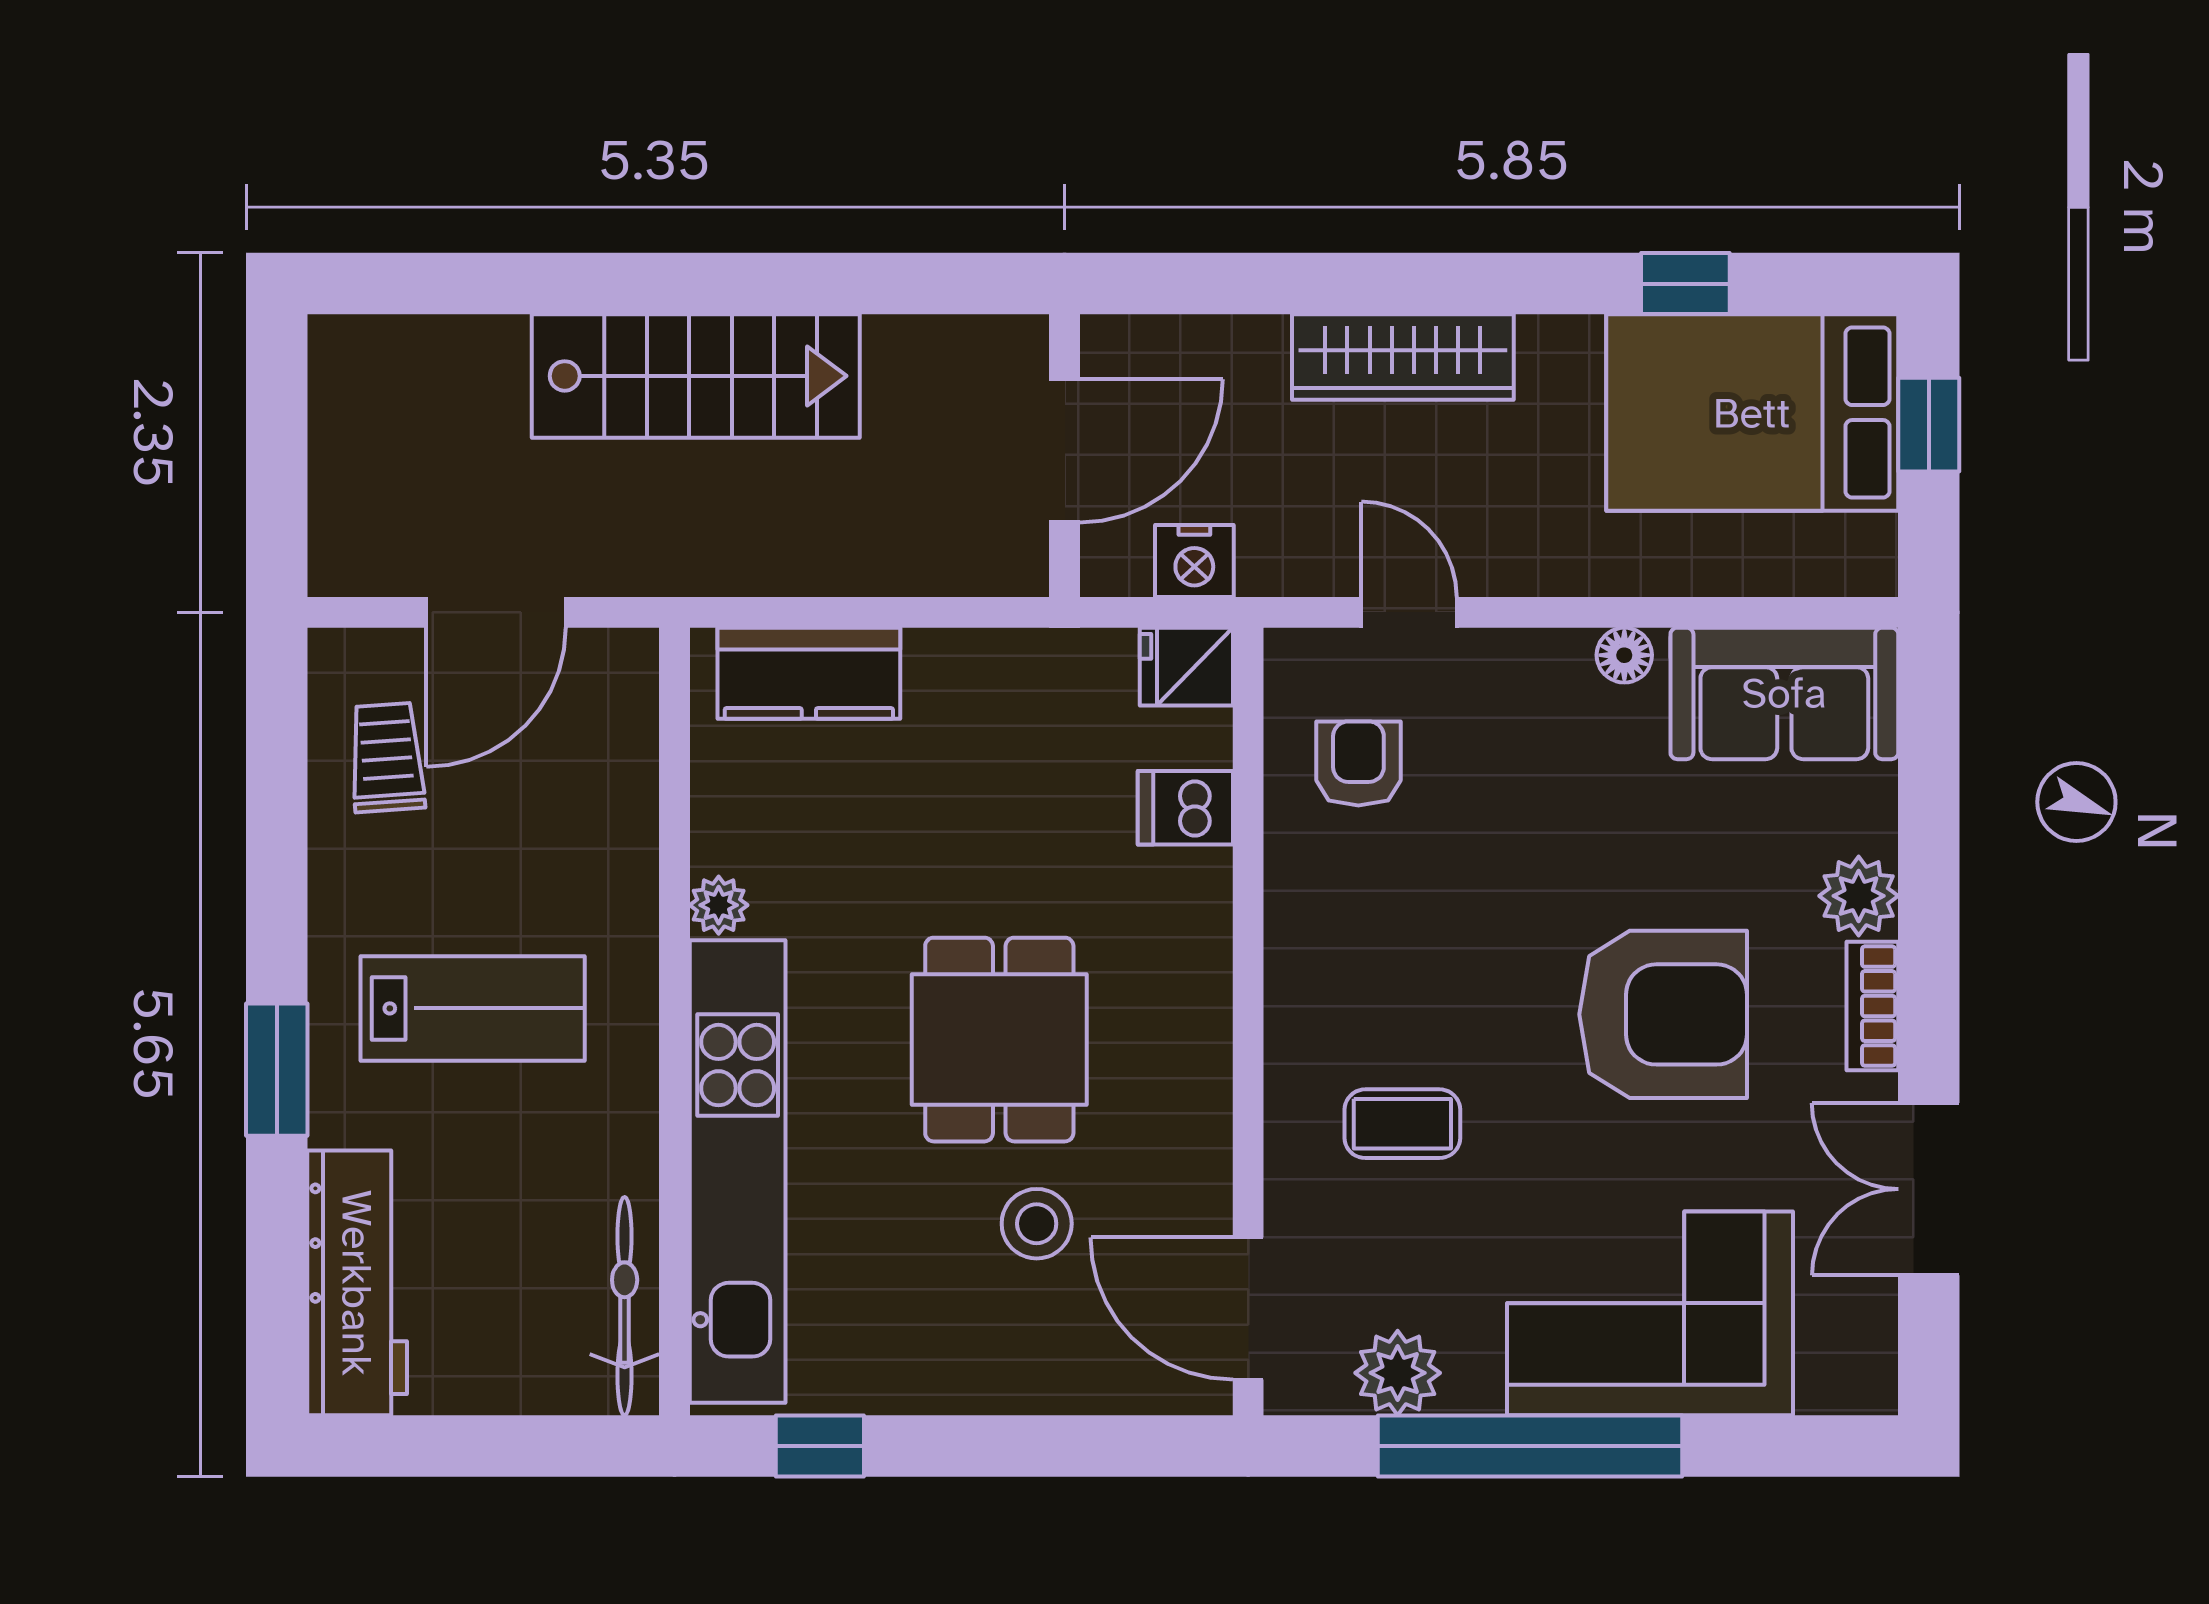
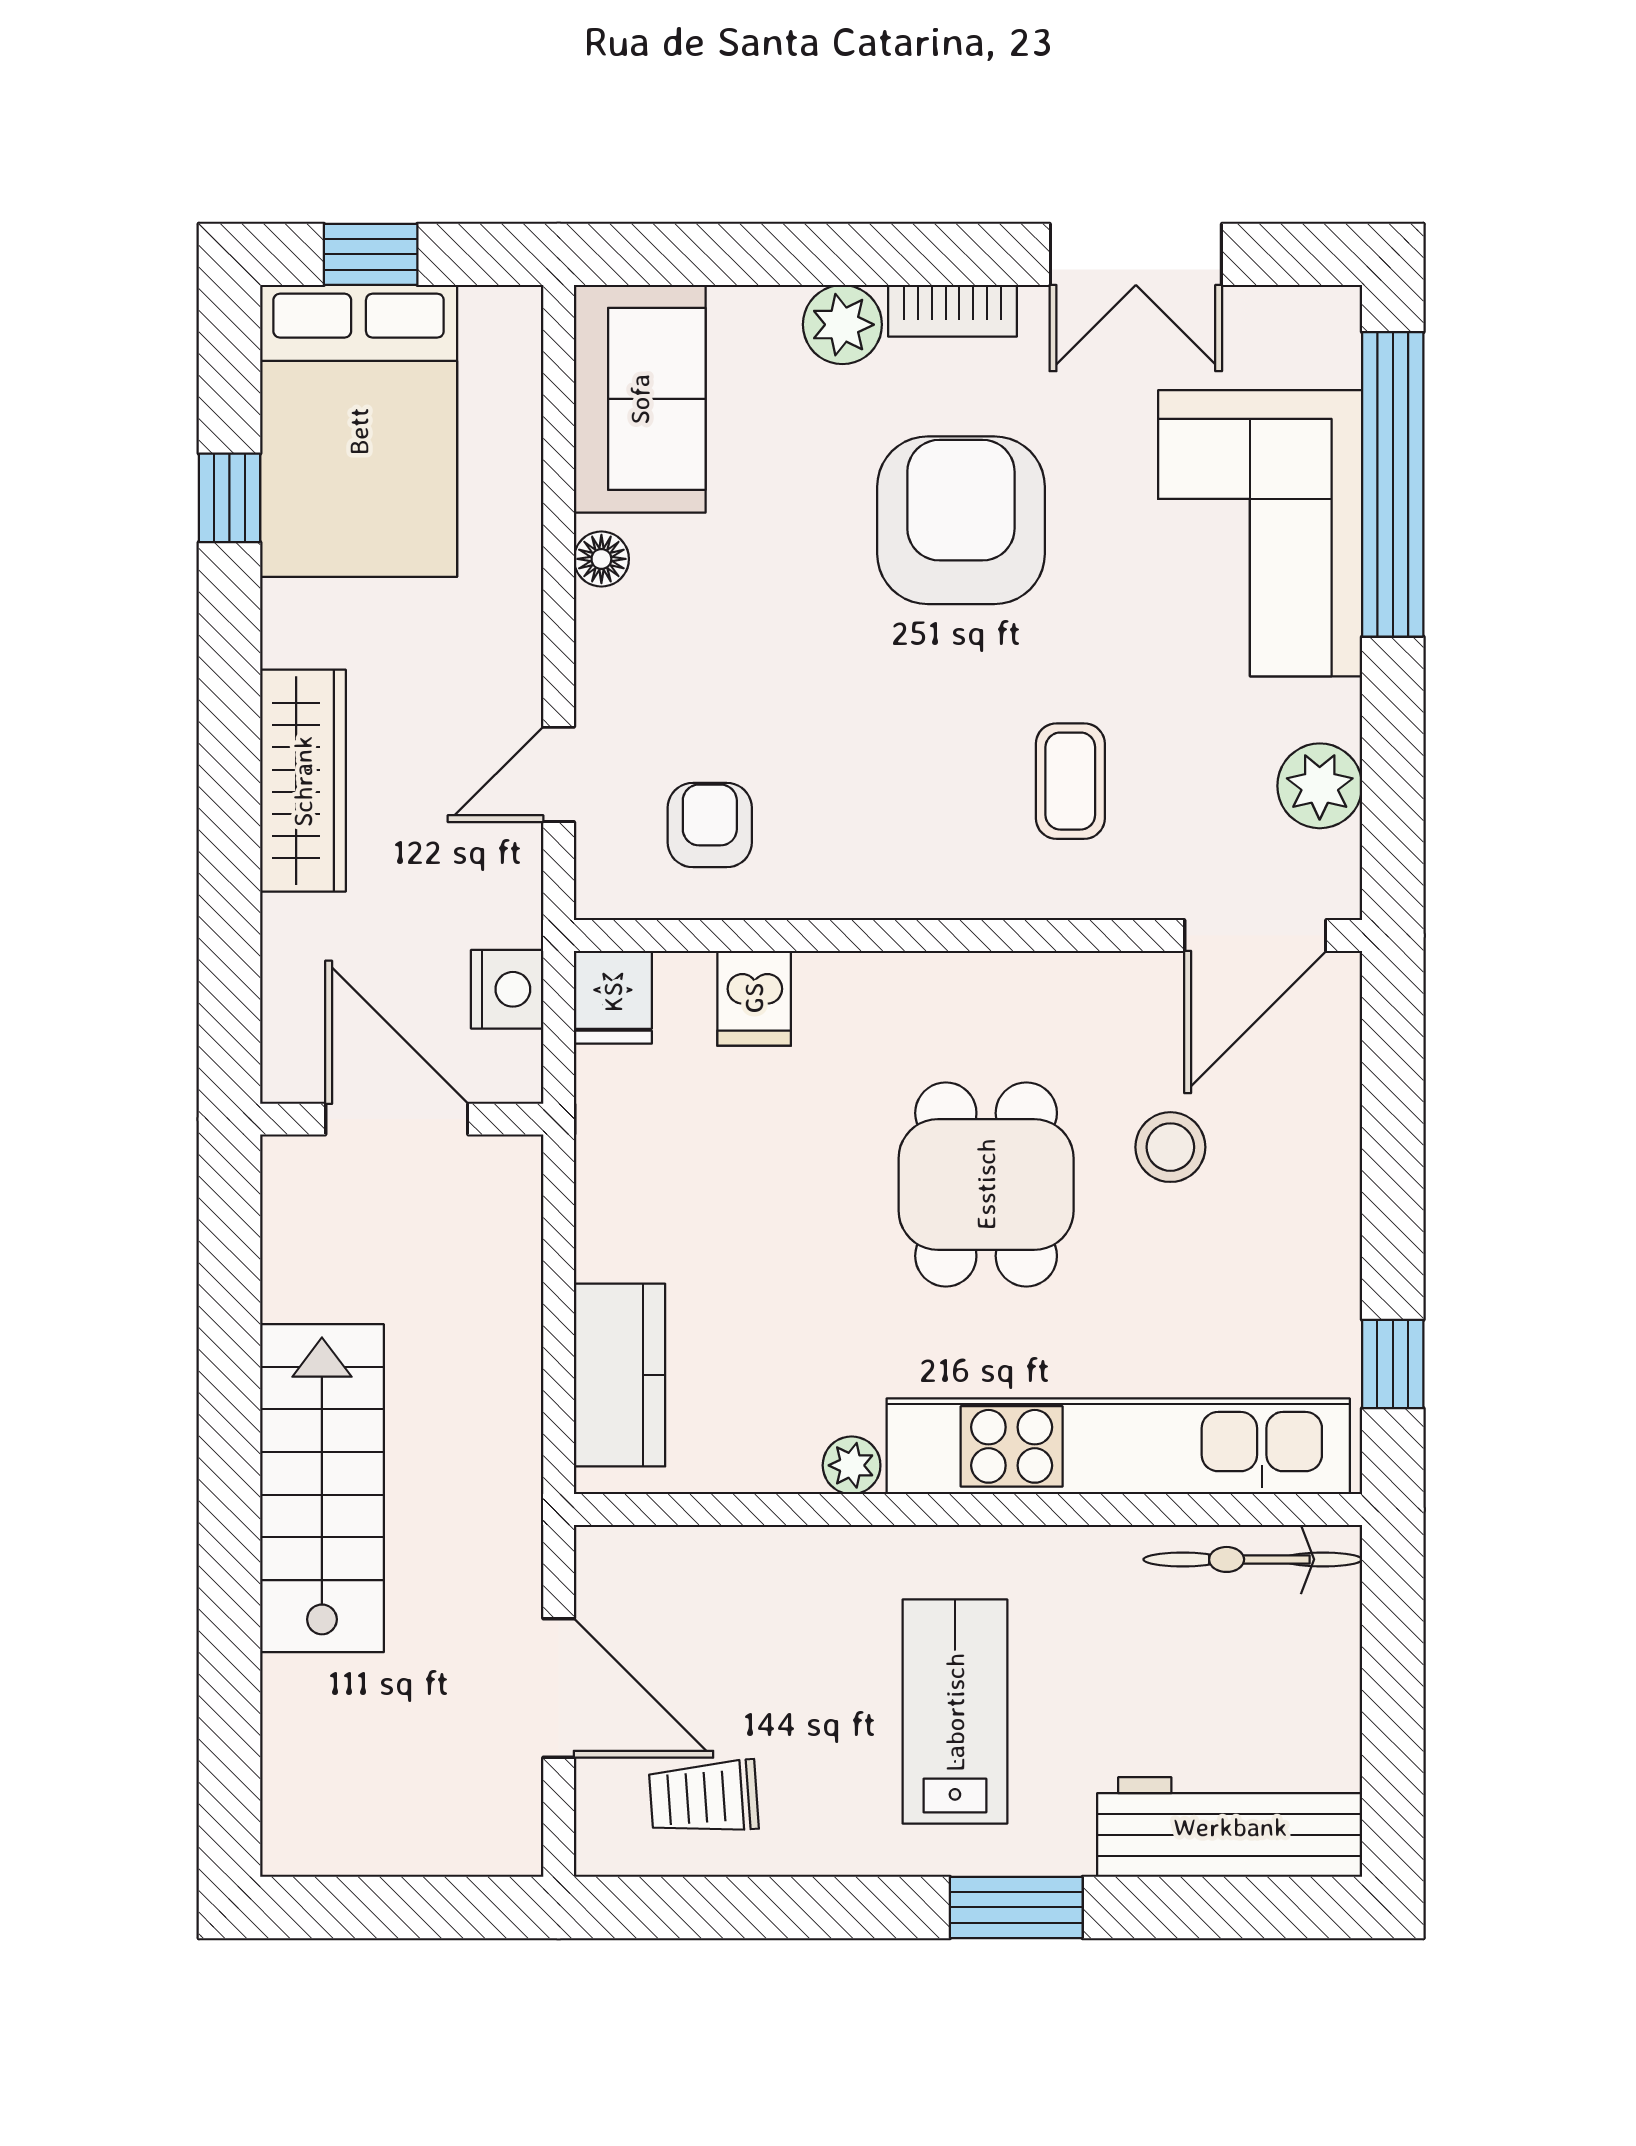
armchair: (1358, 763) -> (710, 825), turned 90
dining table: (999, 1040) -> (986, 1184), turned 90
window: (1530, 1446) -> (1393, 484), moved

